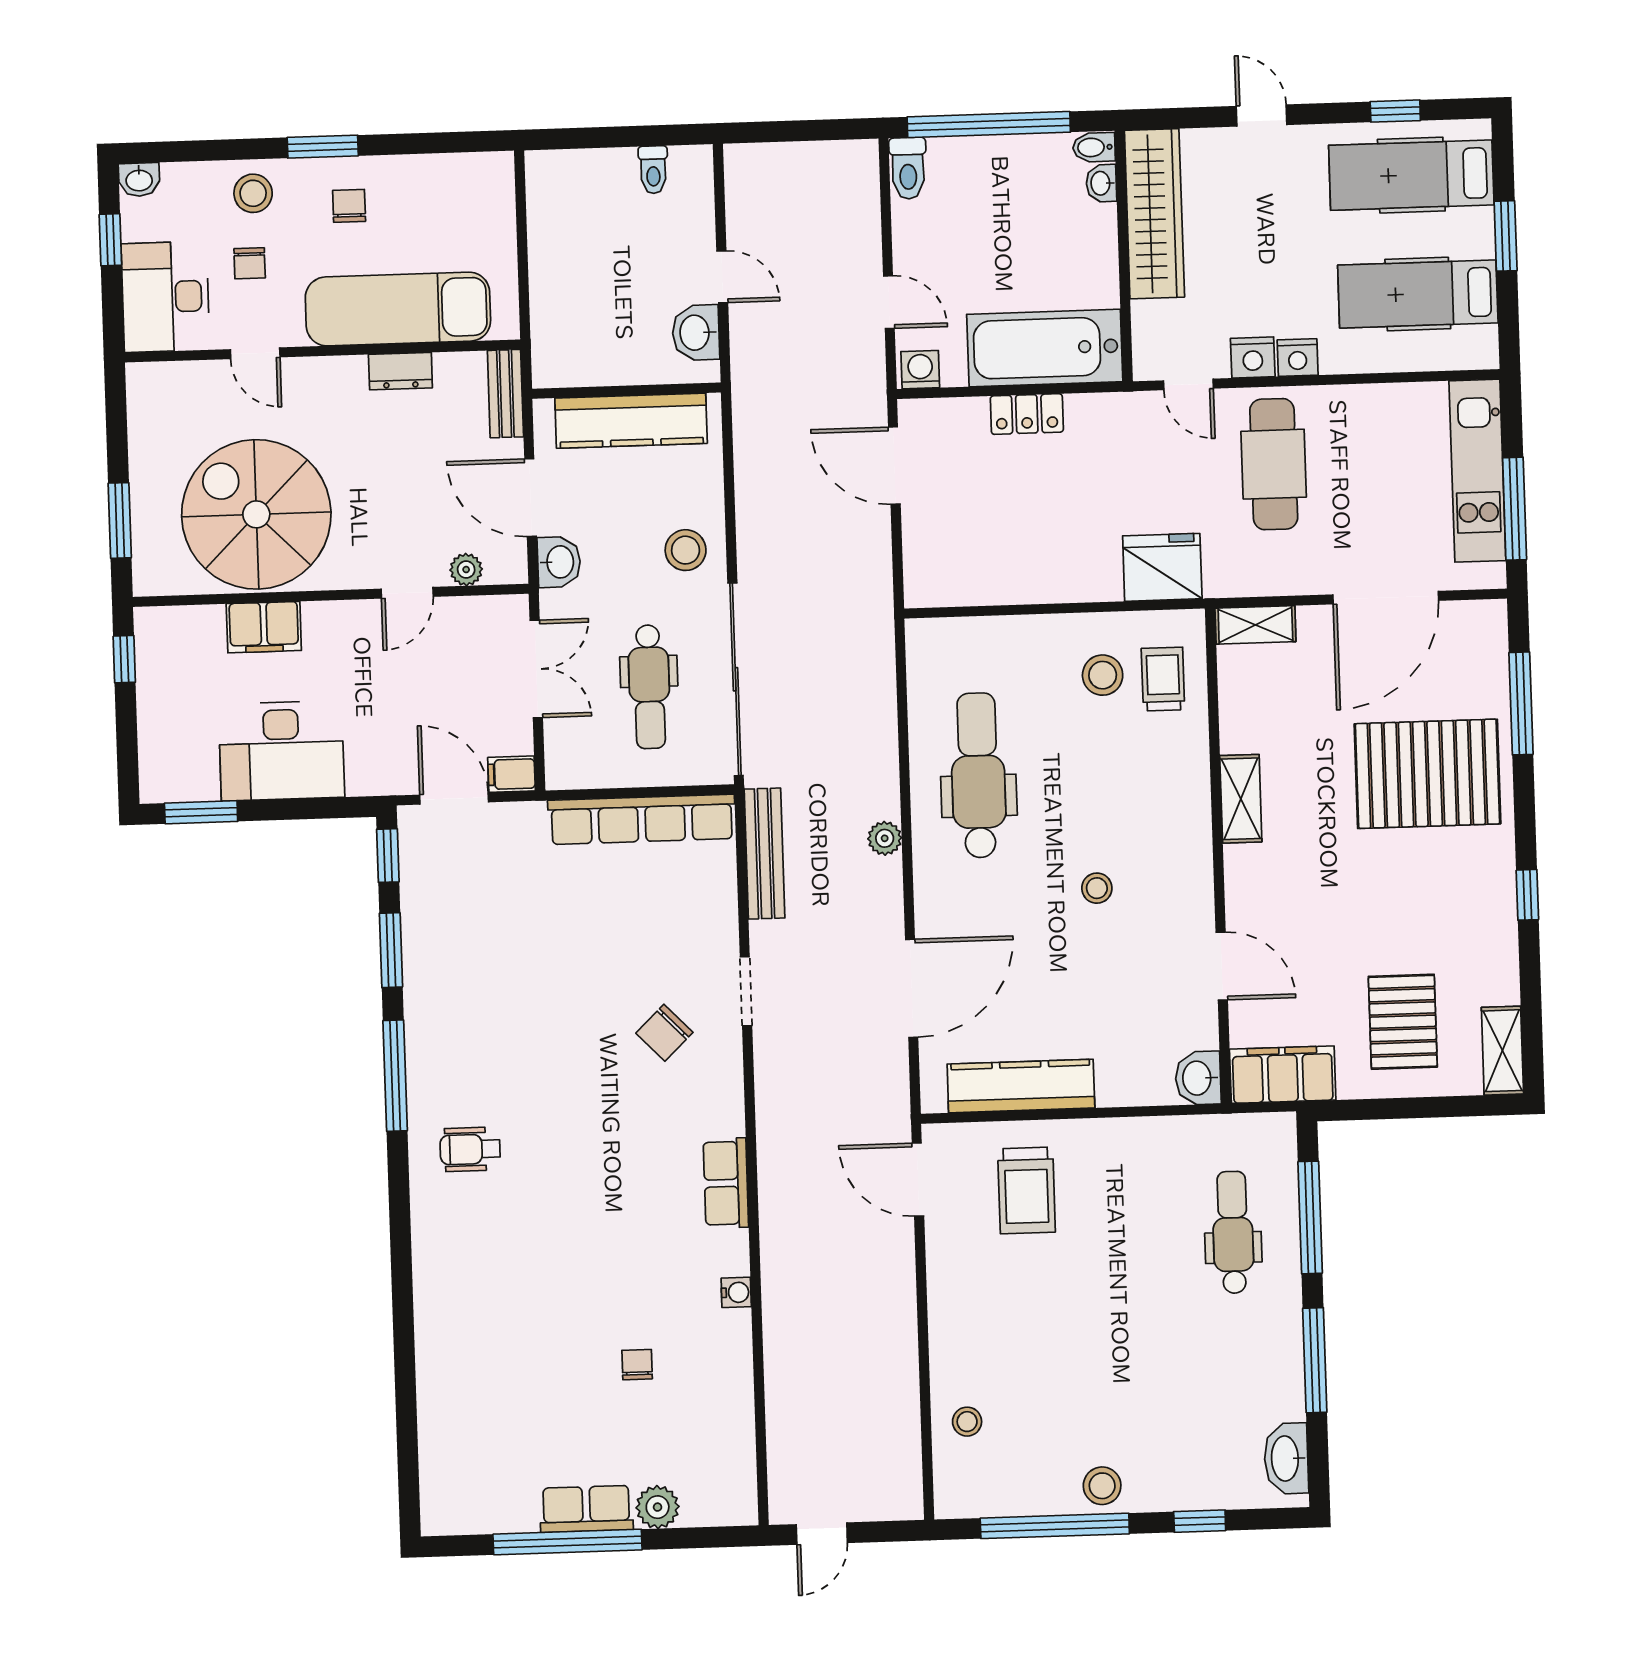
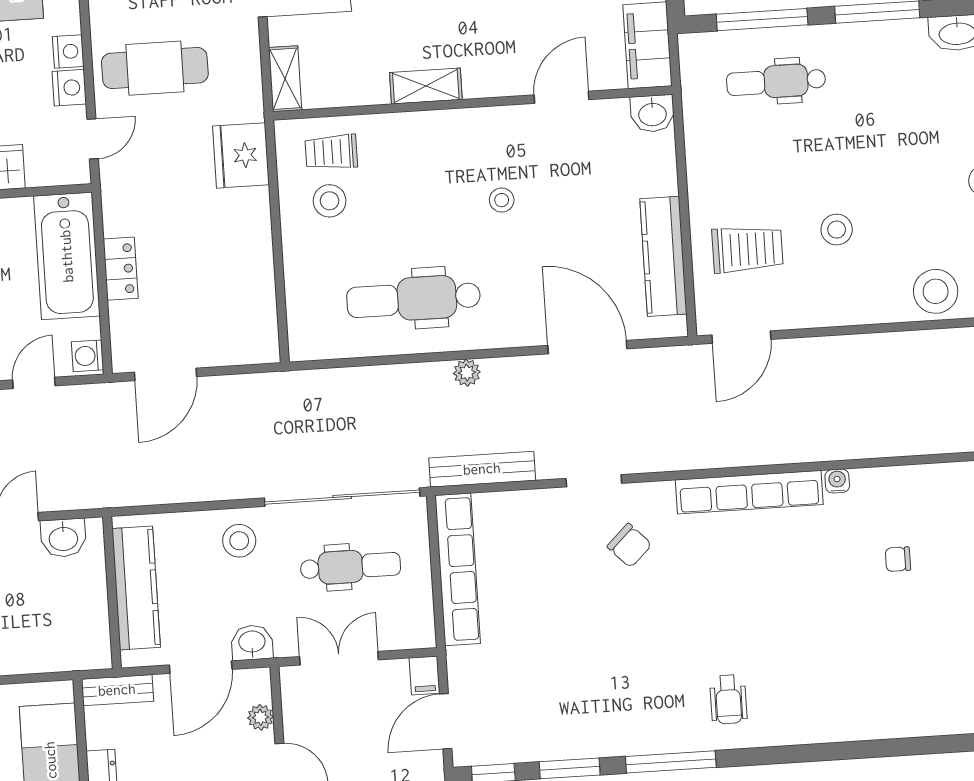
row of seats: (726, 1183) -> (749, 492), width x2.02
stool: (1047, 1301) -> (837, 230), added
stool: (967, 1422) -> (936, 291), width x1.89, depth x1.89

